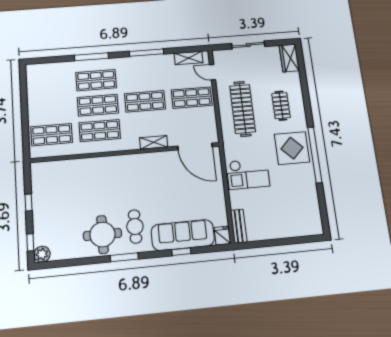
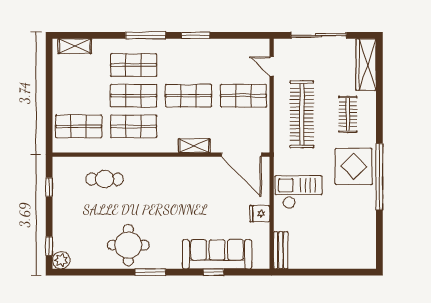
sliding door: (248, 45) -> (319, 35), width x1.37
window: (147, 53) -> (196, 35), width x0.69
window: (91, 57) -> (146, 35), moved
shelving: (189, 58) -> (75, 46), moved
wardrobe: (289, 58) -> (366, 65), width x1.50
checkout: (248, 174) -> (298, 192), turned 180
window: (29, 203) -> (49, 187), moved
cafe table: (135, 227) -> (105, 179), moved, turned 90
fridge: (223, 236) -> (260, 214), moved, turned -90

